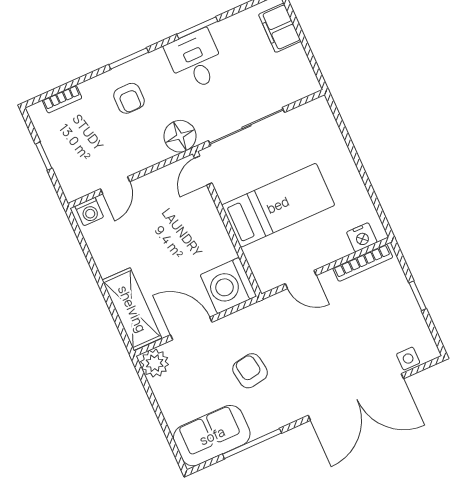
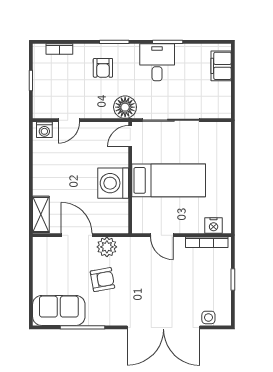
washing machine: (228, 286) -> (113, 183), moved
shelving: (132, 309) -> (41, 214), width x0.67, depth x0.75
plant: (155, 363) -> (107, 247), moved
armchair: (250, 371) -> (102, 280), turned 89

